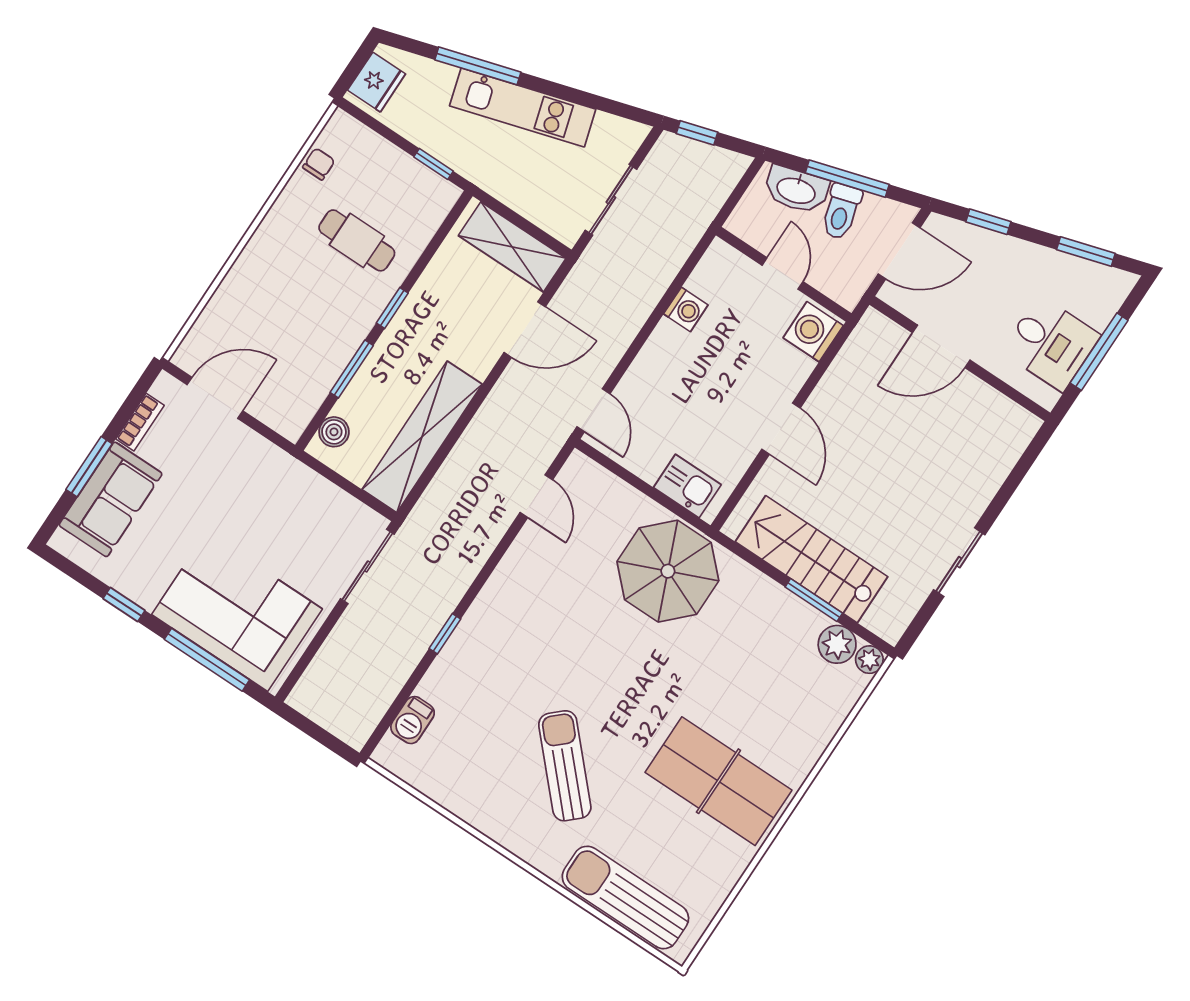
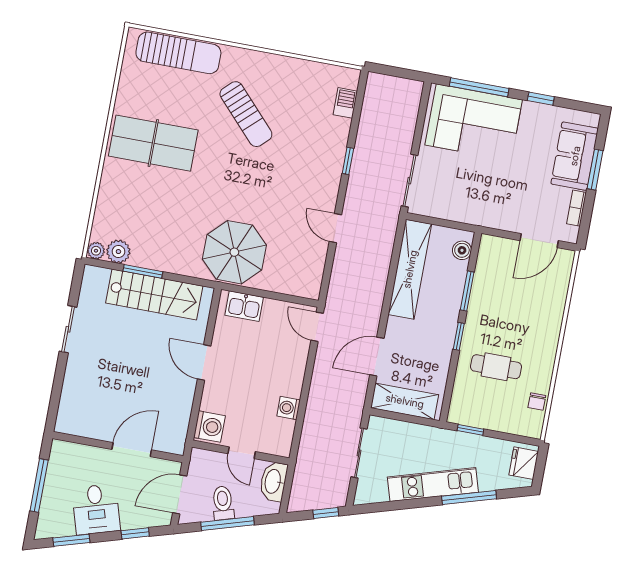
washbasin: (796, 190) -> (273, 481), moved, turned -73
desk: (1051, 343) -> (96, 509), moved, turned -107
door: (536, 496) -> (335, 228), moved

